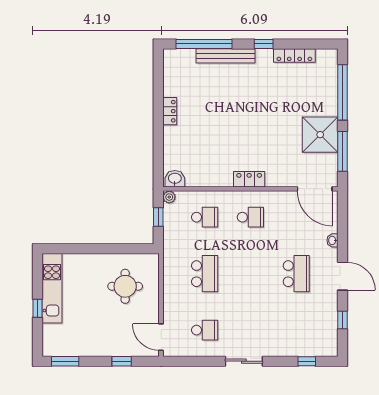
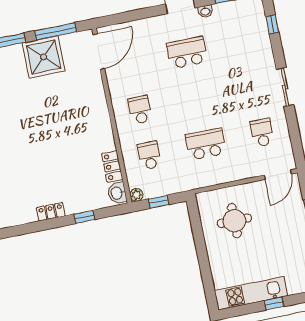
window: (158, 142) -> (84, 217), added
locker: (249, 179) -> (112, 167), moved
washbasin: (332, 240) -> (205, 11), moved

